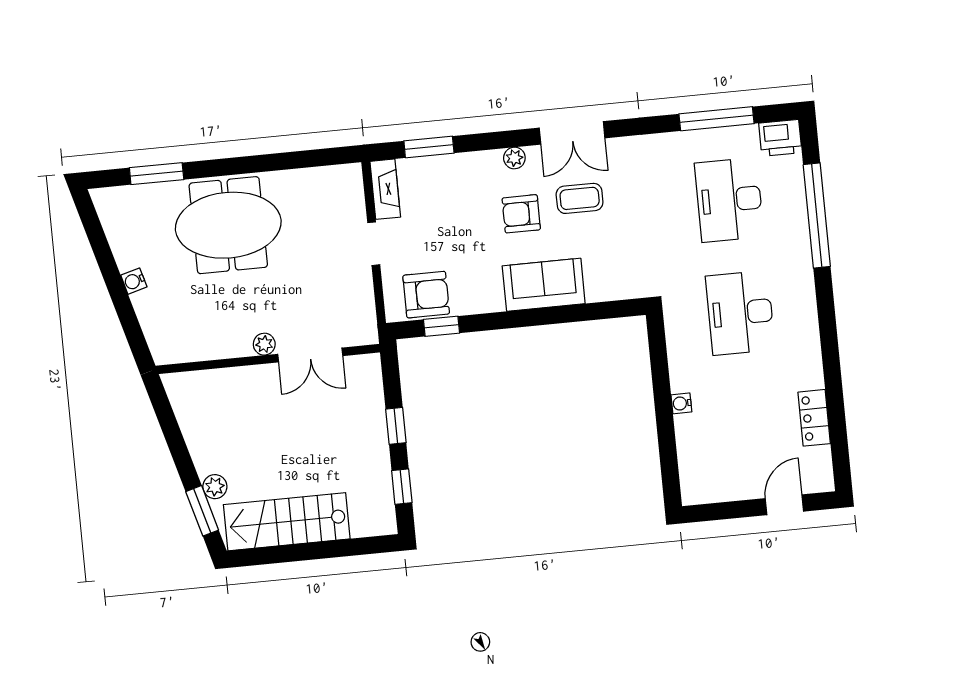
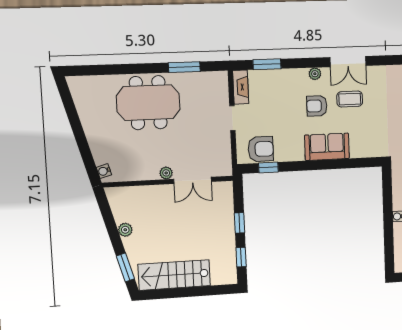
window: (157, 174) -> (184, 67), moved
water cooler: (134, 281) -> (104, 171), moved
plant: (215, 487) -> (125, 230), moved

